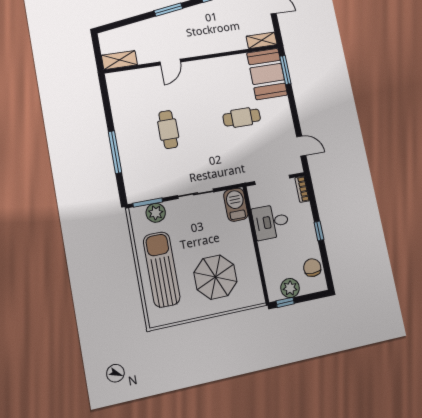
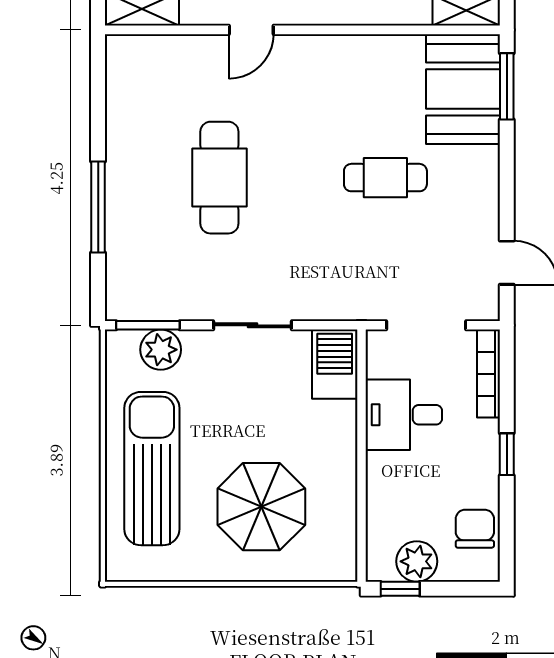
cafe table: (168, 130) -> (219, 178), width x1.37, depth x1.35
bookcase: (302, 189) -> (489, 374), width x1.56

